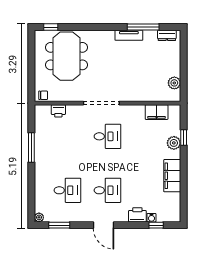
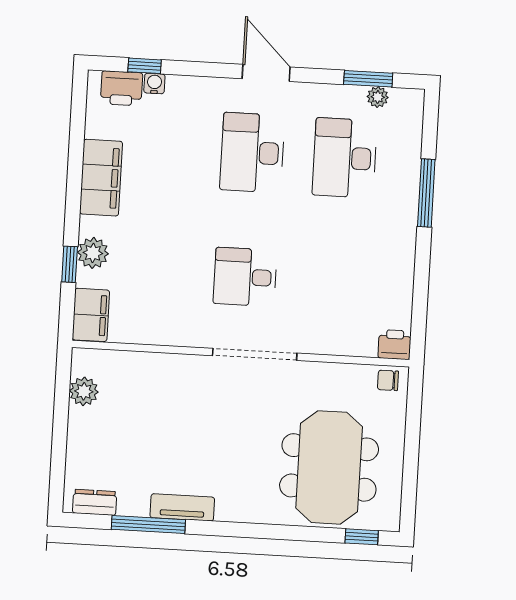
printer: (58, 111) -> (395, 345), moved
filing cabinet: (157, 112) -> (91, 315), moved, turned 90
window: (31, 148) -> (426, 193), moved
desk: (67, 190) -> (345, 158), width x1.37
desk: (107, 190) -> (252, 153), width x1.37
printer: (137, 215) -> (122, 88), moved
plant: (39, 217) -> (378, 97), moved

